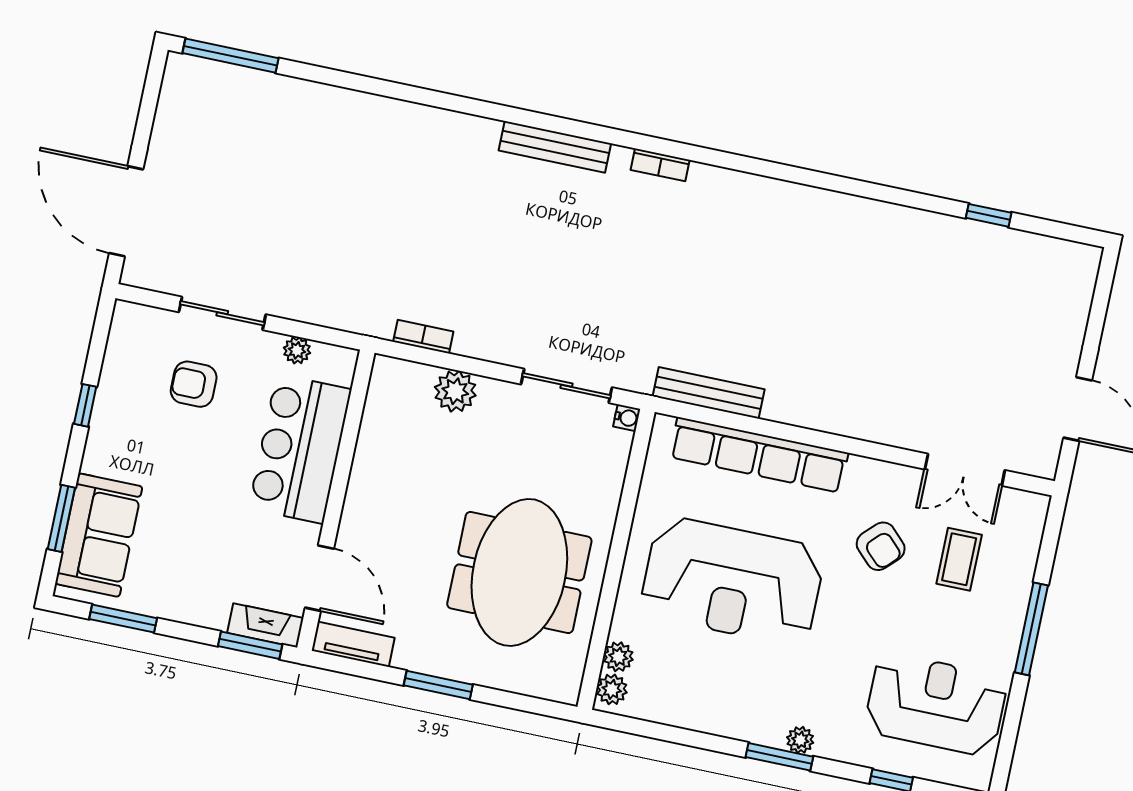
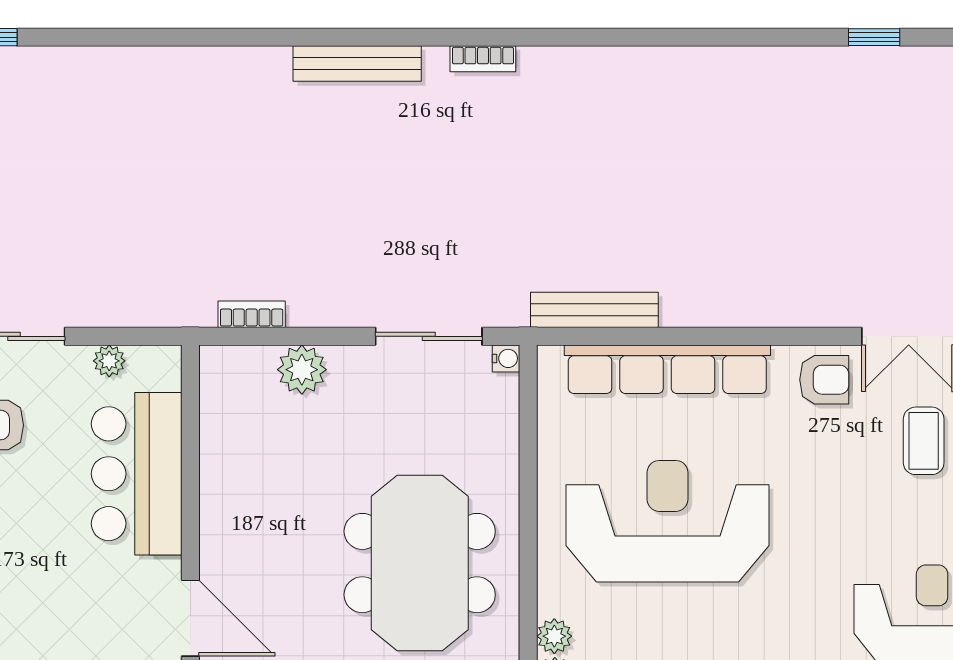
armchair: (881, 546) -> (824, 380), moved, turned -45
reception desk: (732, 581) -> (667, 521), turned 180

